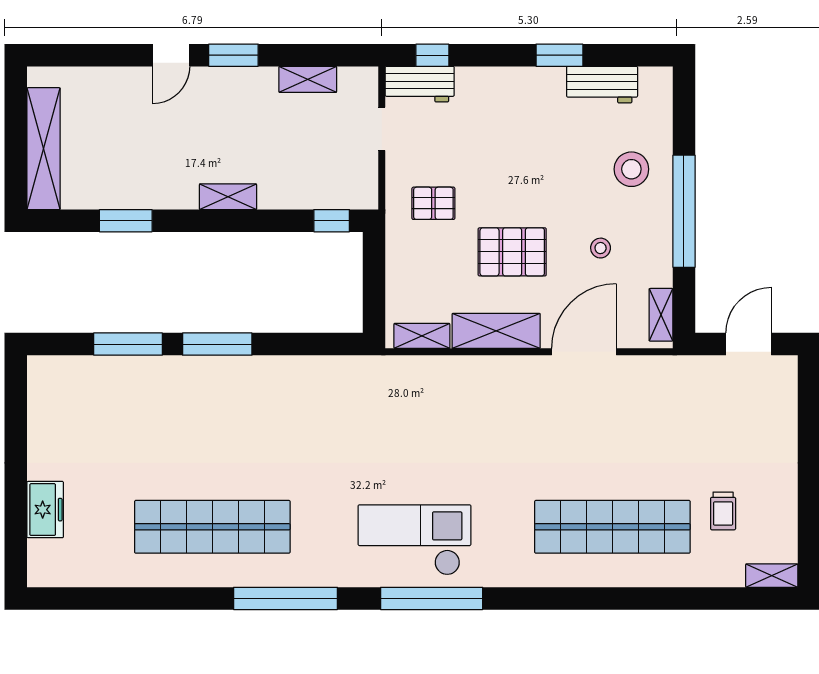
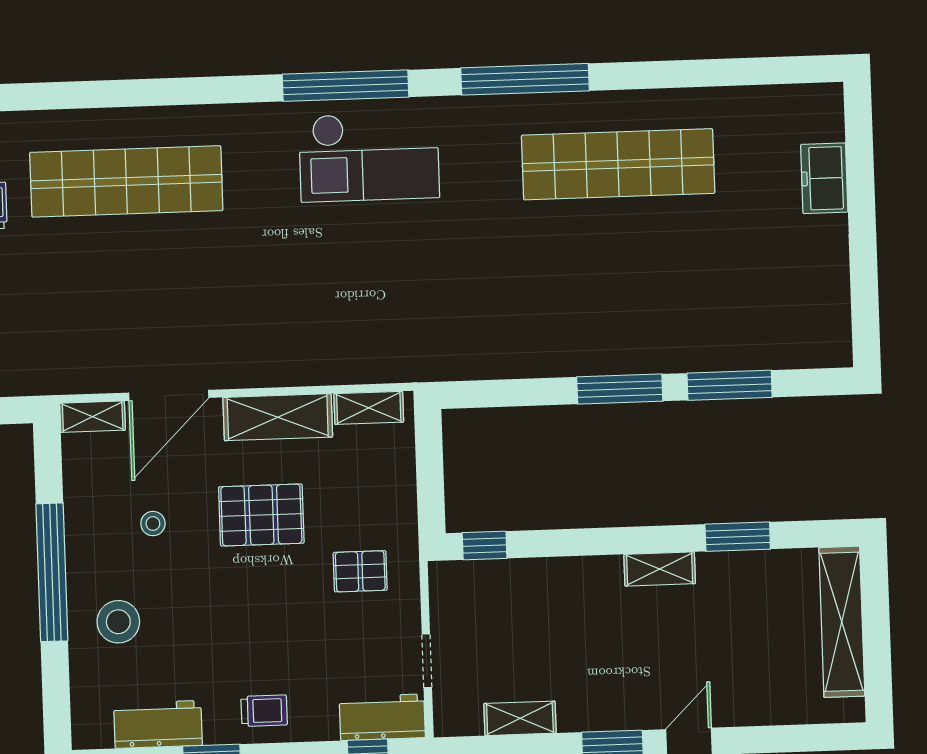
trolley: (515, 93) -> (264, 711), added
shelving: (228, 197) -> (660, 569), moved
shelving: (661, 315) -> (93, 417), moved, turned 90

